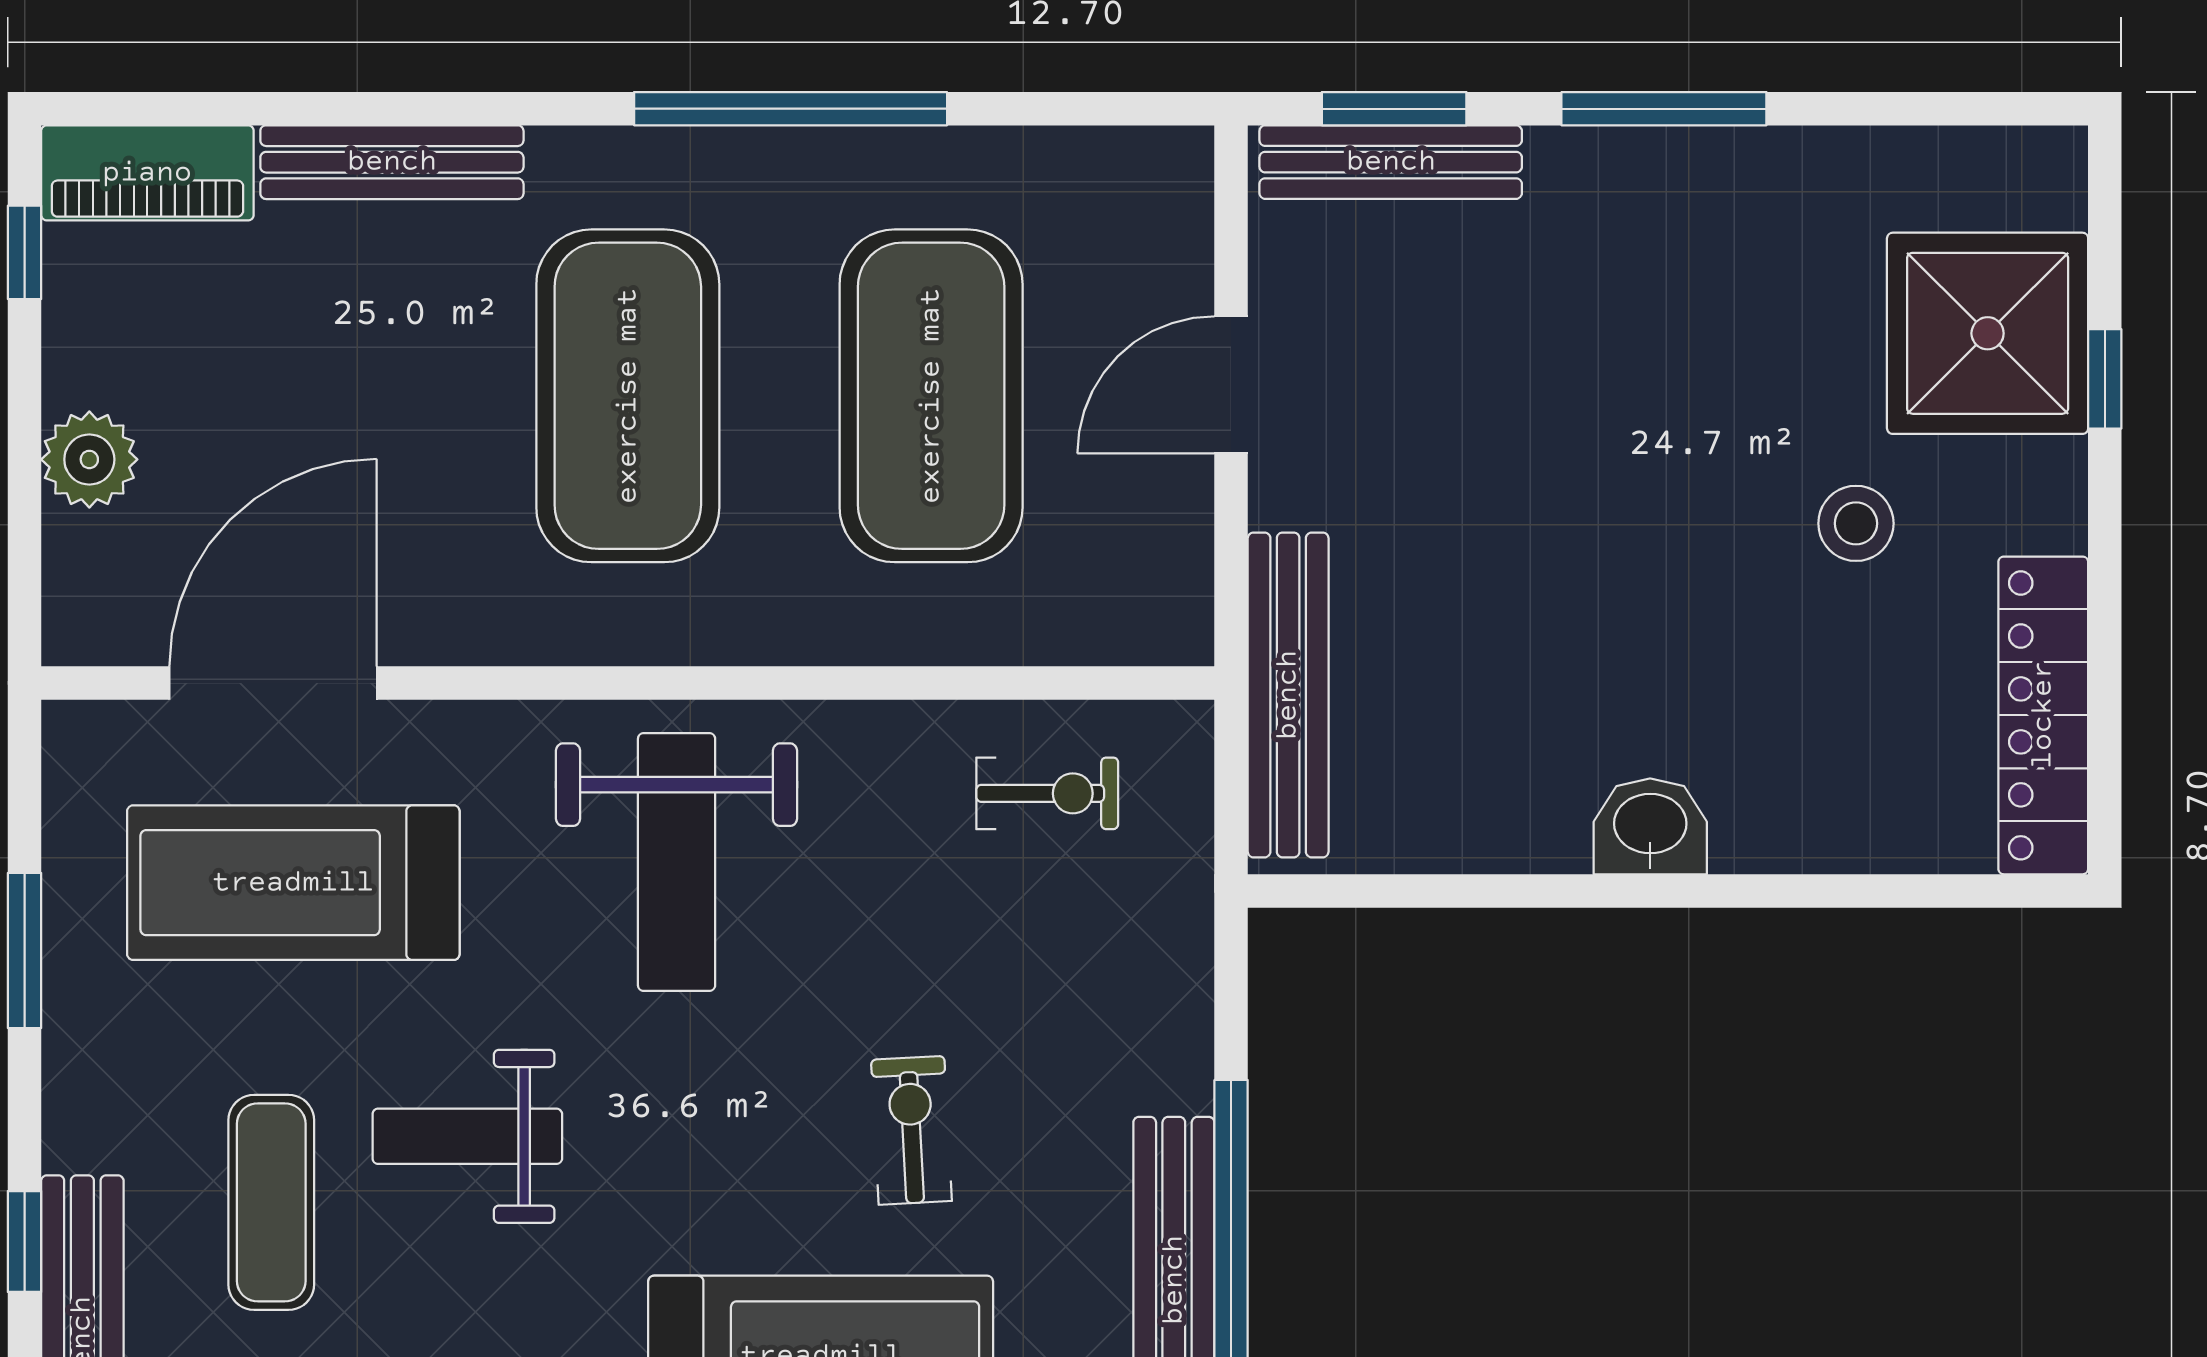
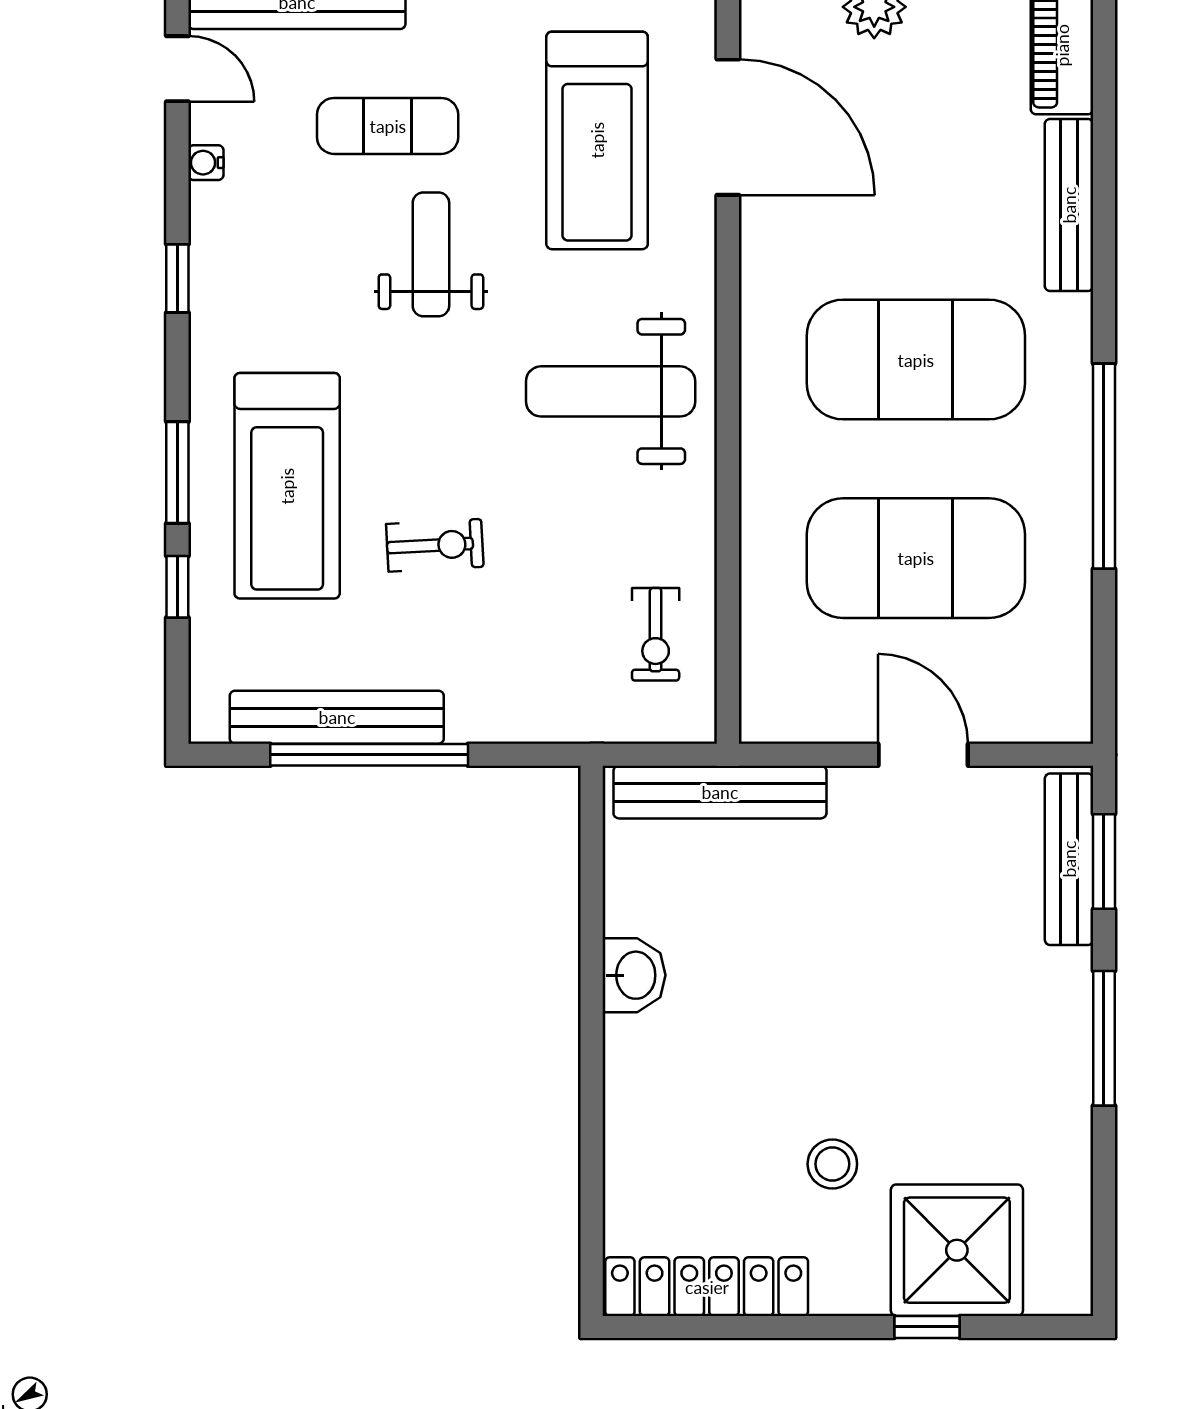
washbasin: (1650, 826) -> (634, 975), moved
treadmill: (293, 883) -> (597, 140), turned 180

